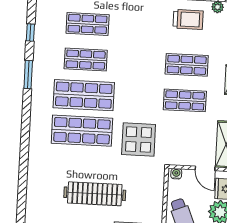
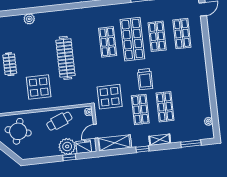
trolley: (188, 19) -> (145, 79), moved
shop shelf: (82, 131) -> (108, 42), width x0.70, depth x0.74
display table: (139, 140) -> (110, 97), moved

